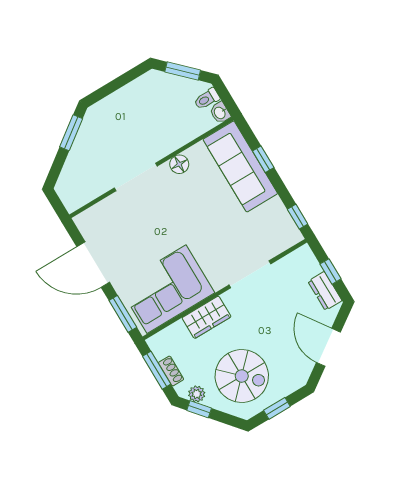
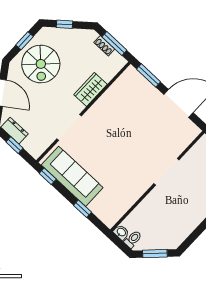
floor lamp: (179, 164) -> (139, 189), removed
sofa: (240, 166) -> (72, 176), moved
corner sofa: (166, 289) -> (123, 101), removed
spiral stairs: (242, 376) -> (41, 64), moved, turned -90
plant: (197, 394) -> (82, 35), removed
window: (199, 409) -> (64, 24), moved

